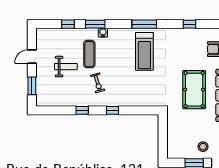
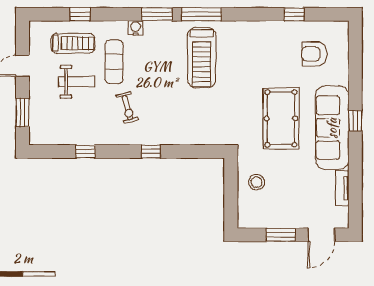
window: (95, 24) -> (157, 14), moved
window: (190, 24) -> (294, 14), moved
treadmill: (63, 42) -> (73, 43), added
window: (82, 110) -> (85, 152), moved
stool: (203, 147) -> (256, 182), moved

